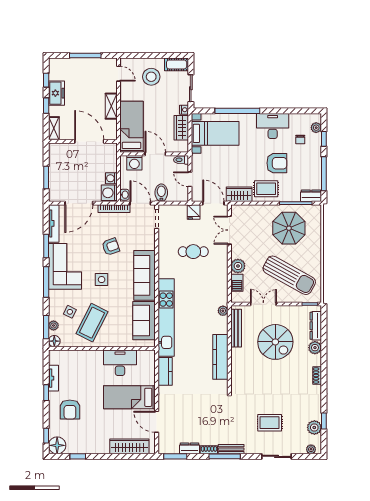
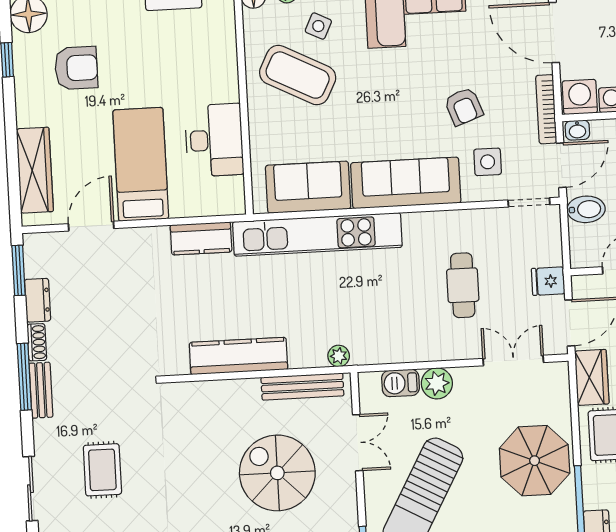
parasol: (289, 228) -> (535, 461), moved
side table: (102, 280) -> (488, 162), moved
spiral stairs: (275, 342) -> (277, 473), turned 90
armchair: (70, 409) -> (76, 68), moved, turned 180

